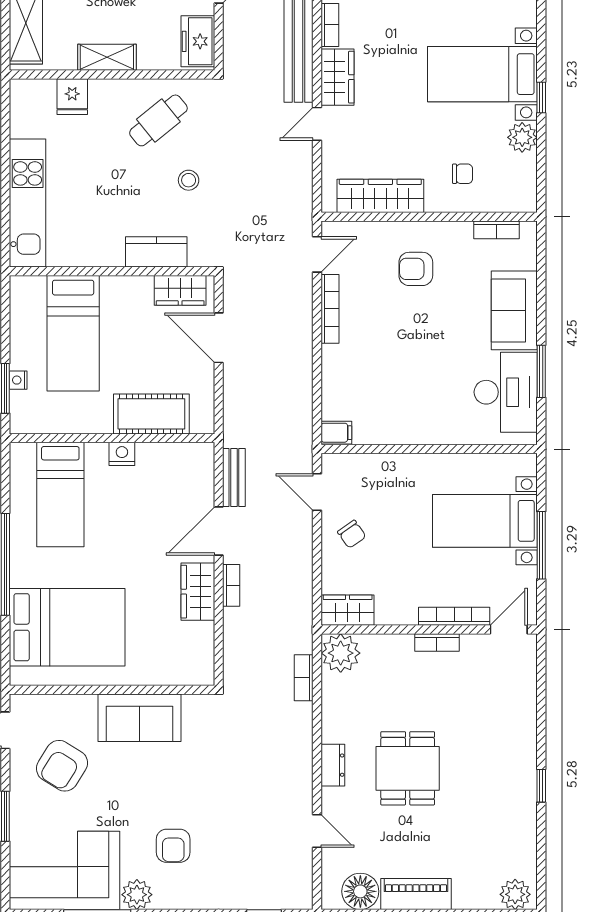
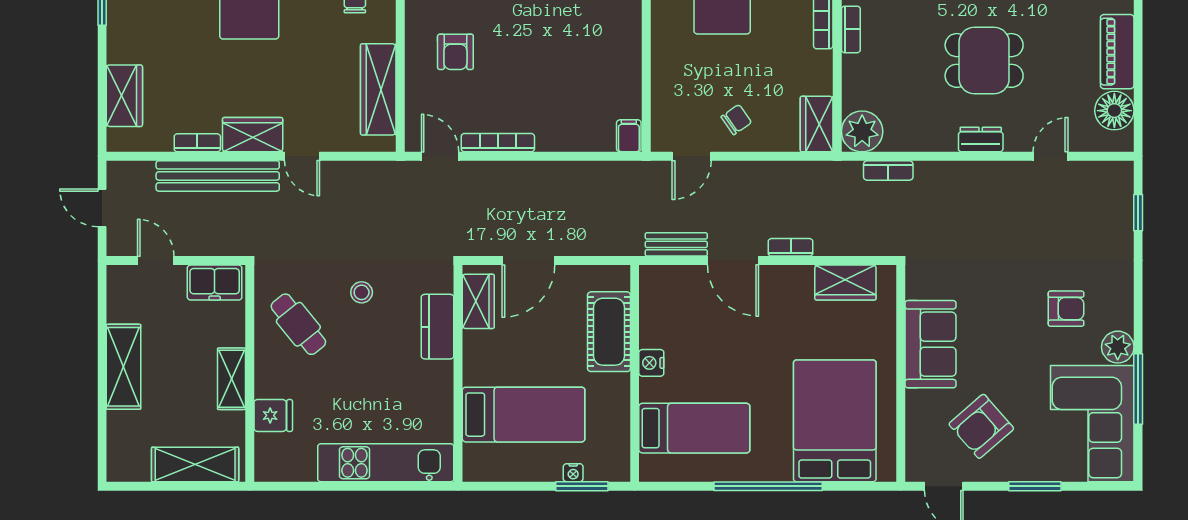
wardrobe: (198, 592) -> (845, 283), moved
armchair: (62, 766) -> (981, 426), turned 107

